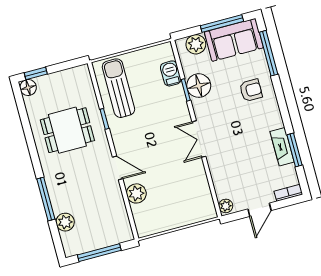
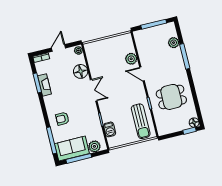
floor lamp: (199, 86) -> (81, 71), moved

